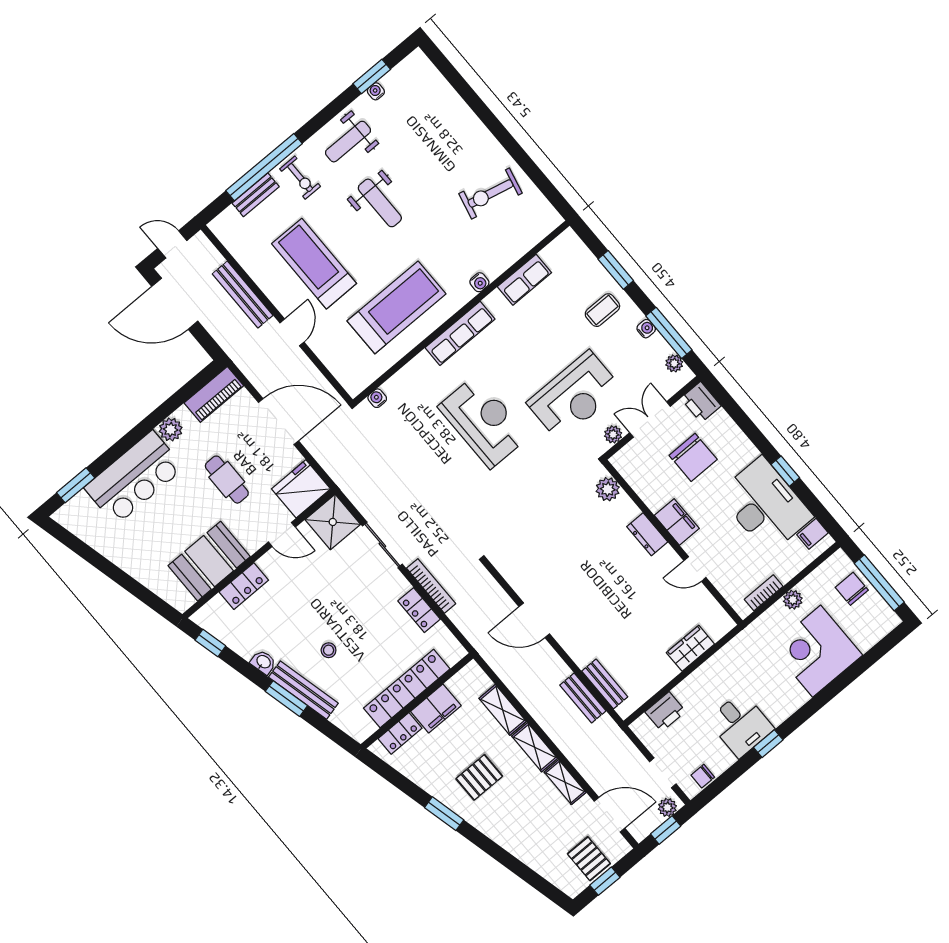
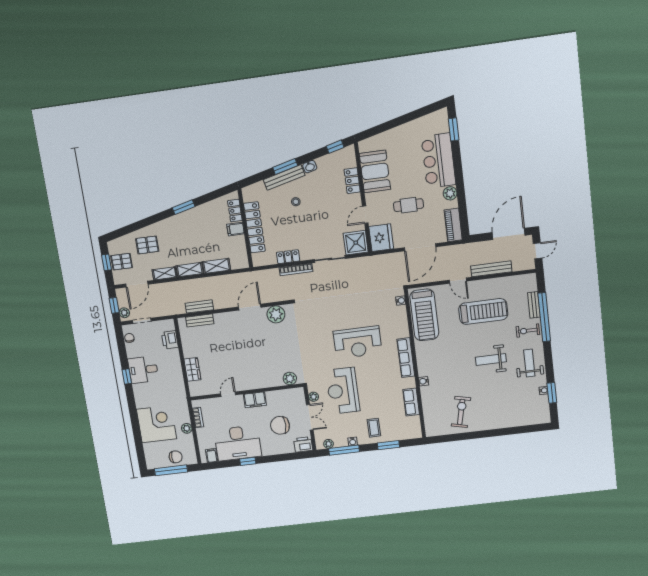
treadmill: (396, 307) -> (424, 315), moved
dresser: (647, 534) -> (258, 383), removed
plant: (520, 573) -> (276, 314), added
filing cabinet: (436, 708) -> (235, 229), width x0.50
pallet: (479, 777) -> (147, 245), moved, turned 90

